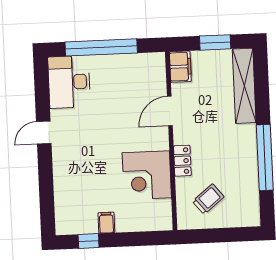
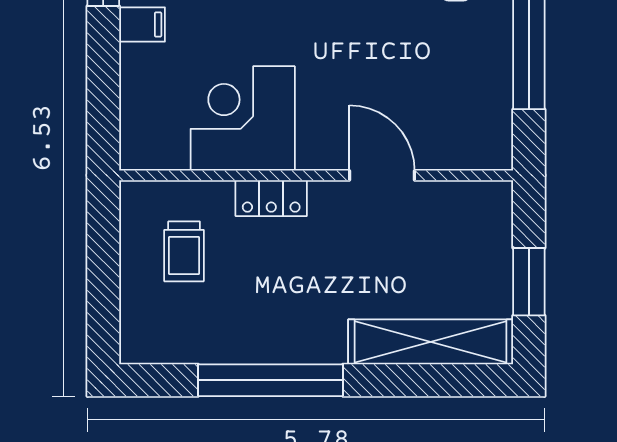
filing cabinet: (180, 67) -> (479, 203), removed
trolley: (208, 199) -> (184, 251), turned 39

